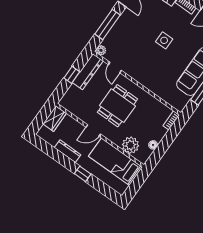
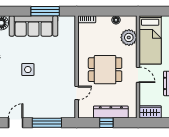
plant: (101, 50) -> (71, 113), removed
dresser: (88, 72) -> (111, 112), moved

